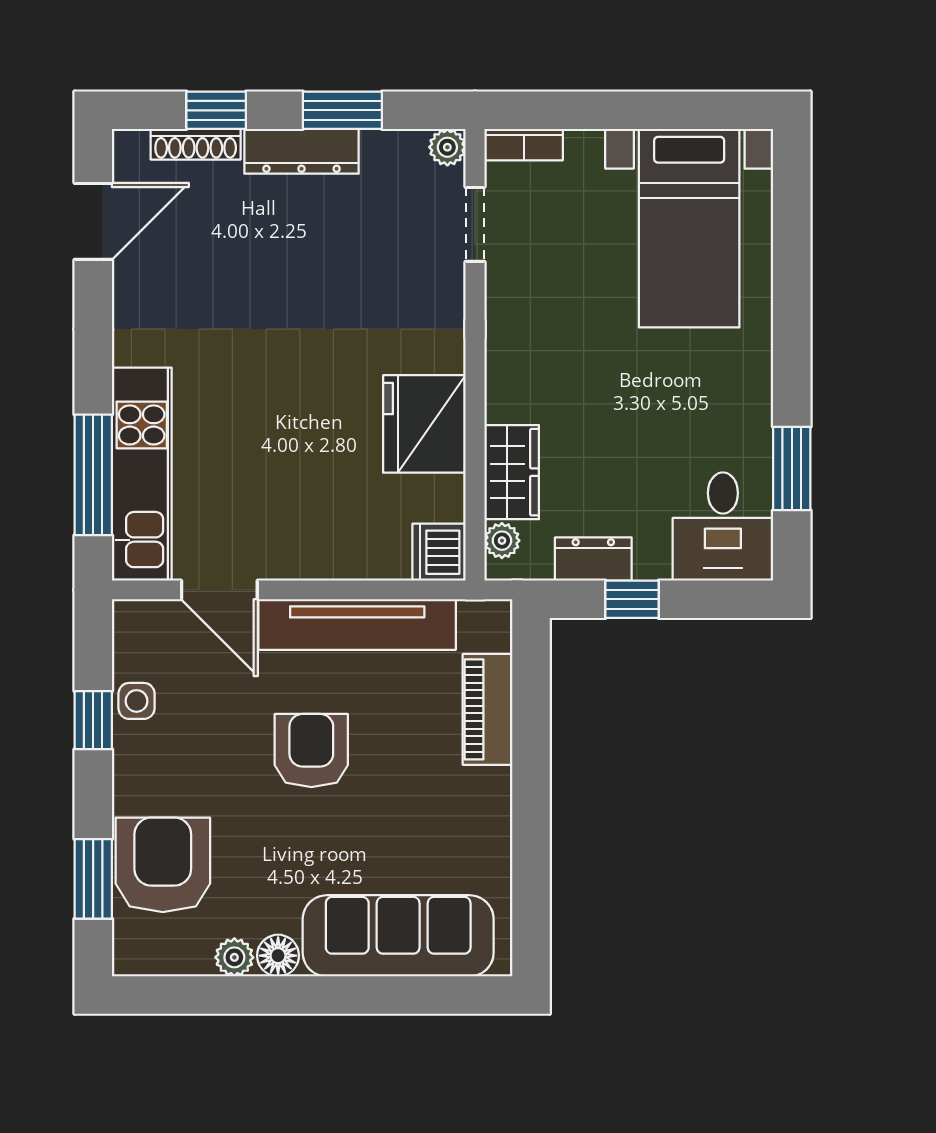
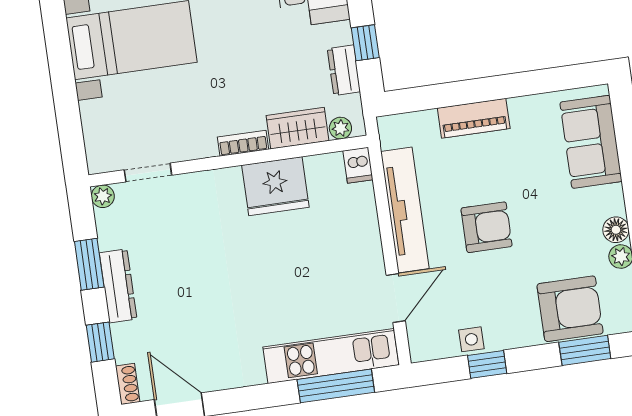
shoe rack: (196, 144) -> (128, 384), moved, width x0.70
bookcase: (524, 145) -> (243, 143), moved, turned -90
dishwasher: (439, 552) -> (358, 165), width x0.73
piano: (487, 709) -> (474, 118), moved
armchair: (311, 750) -> (487, 227), turned 180
armchair: (163, 865) -> (570, 309), turned 180
sofa: (398, 936) -> (591, 142), width x0.73

